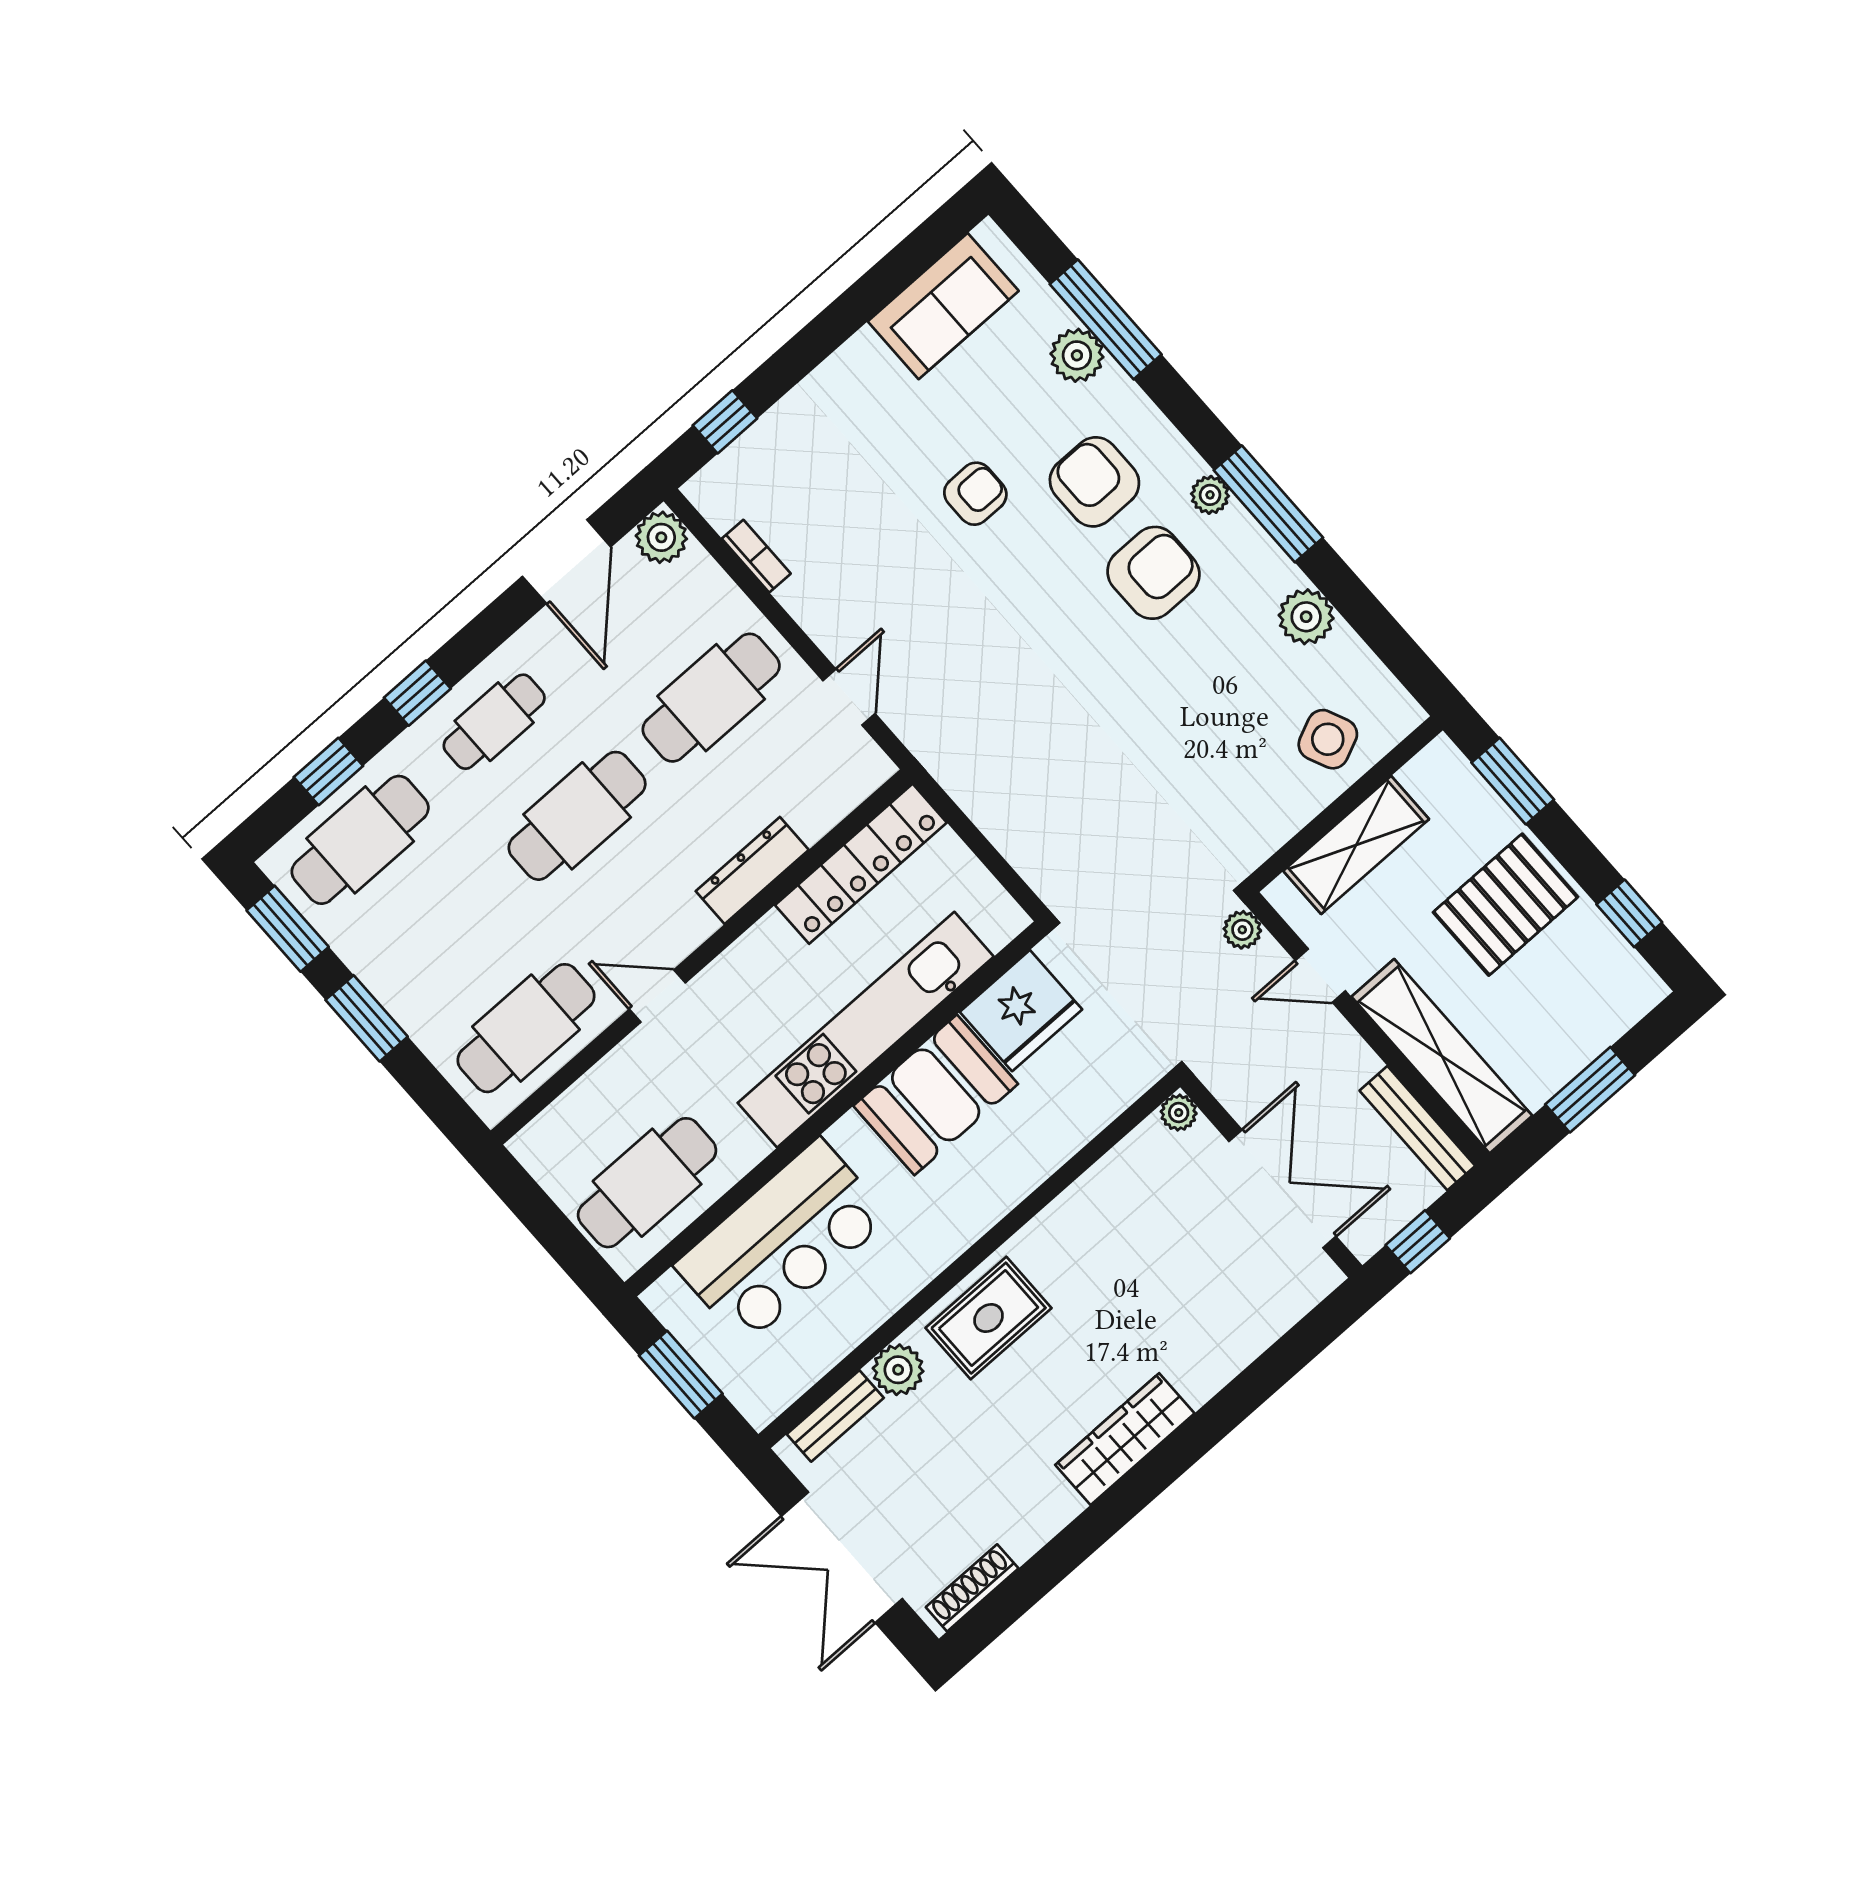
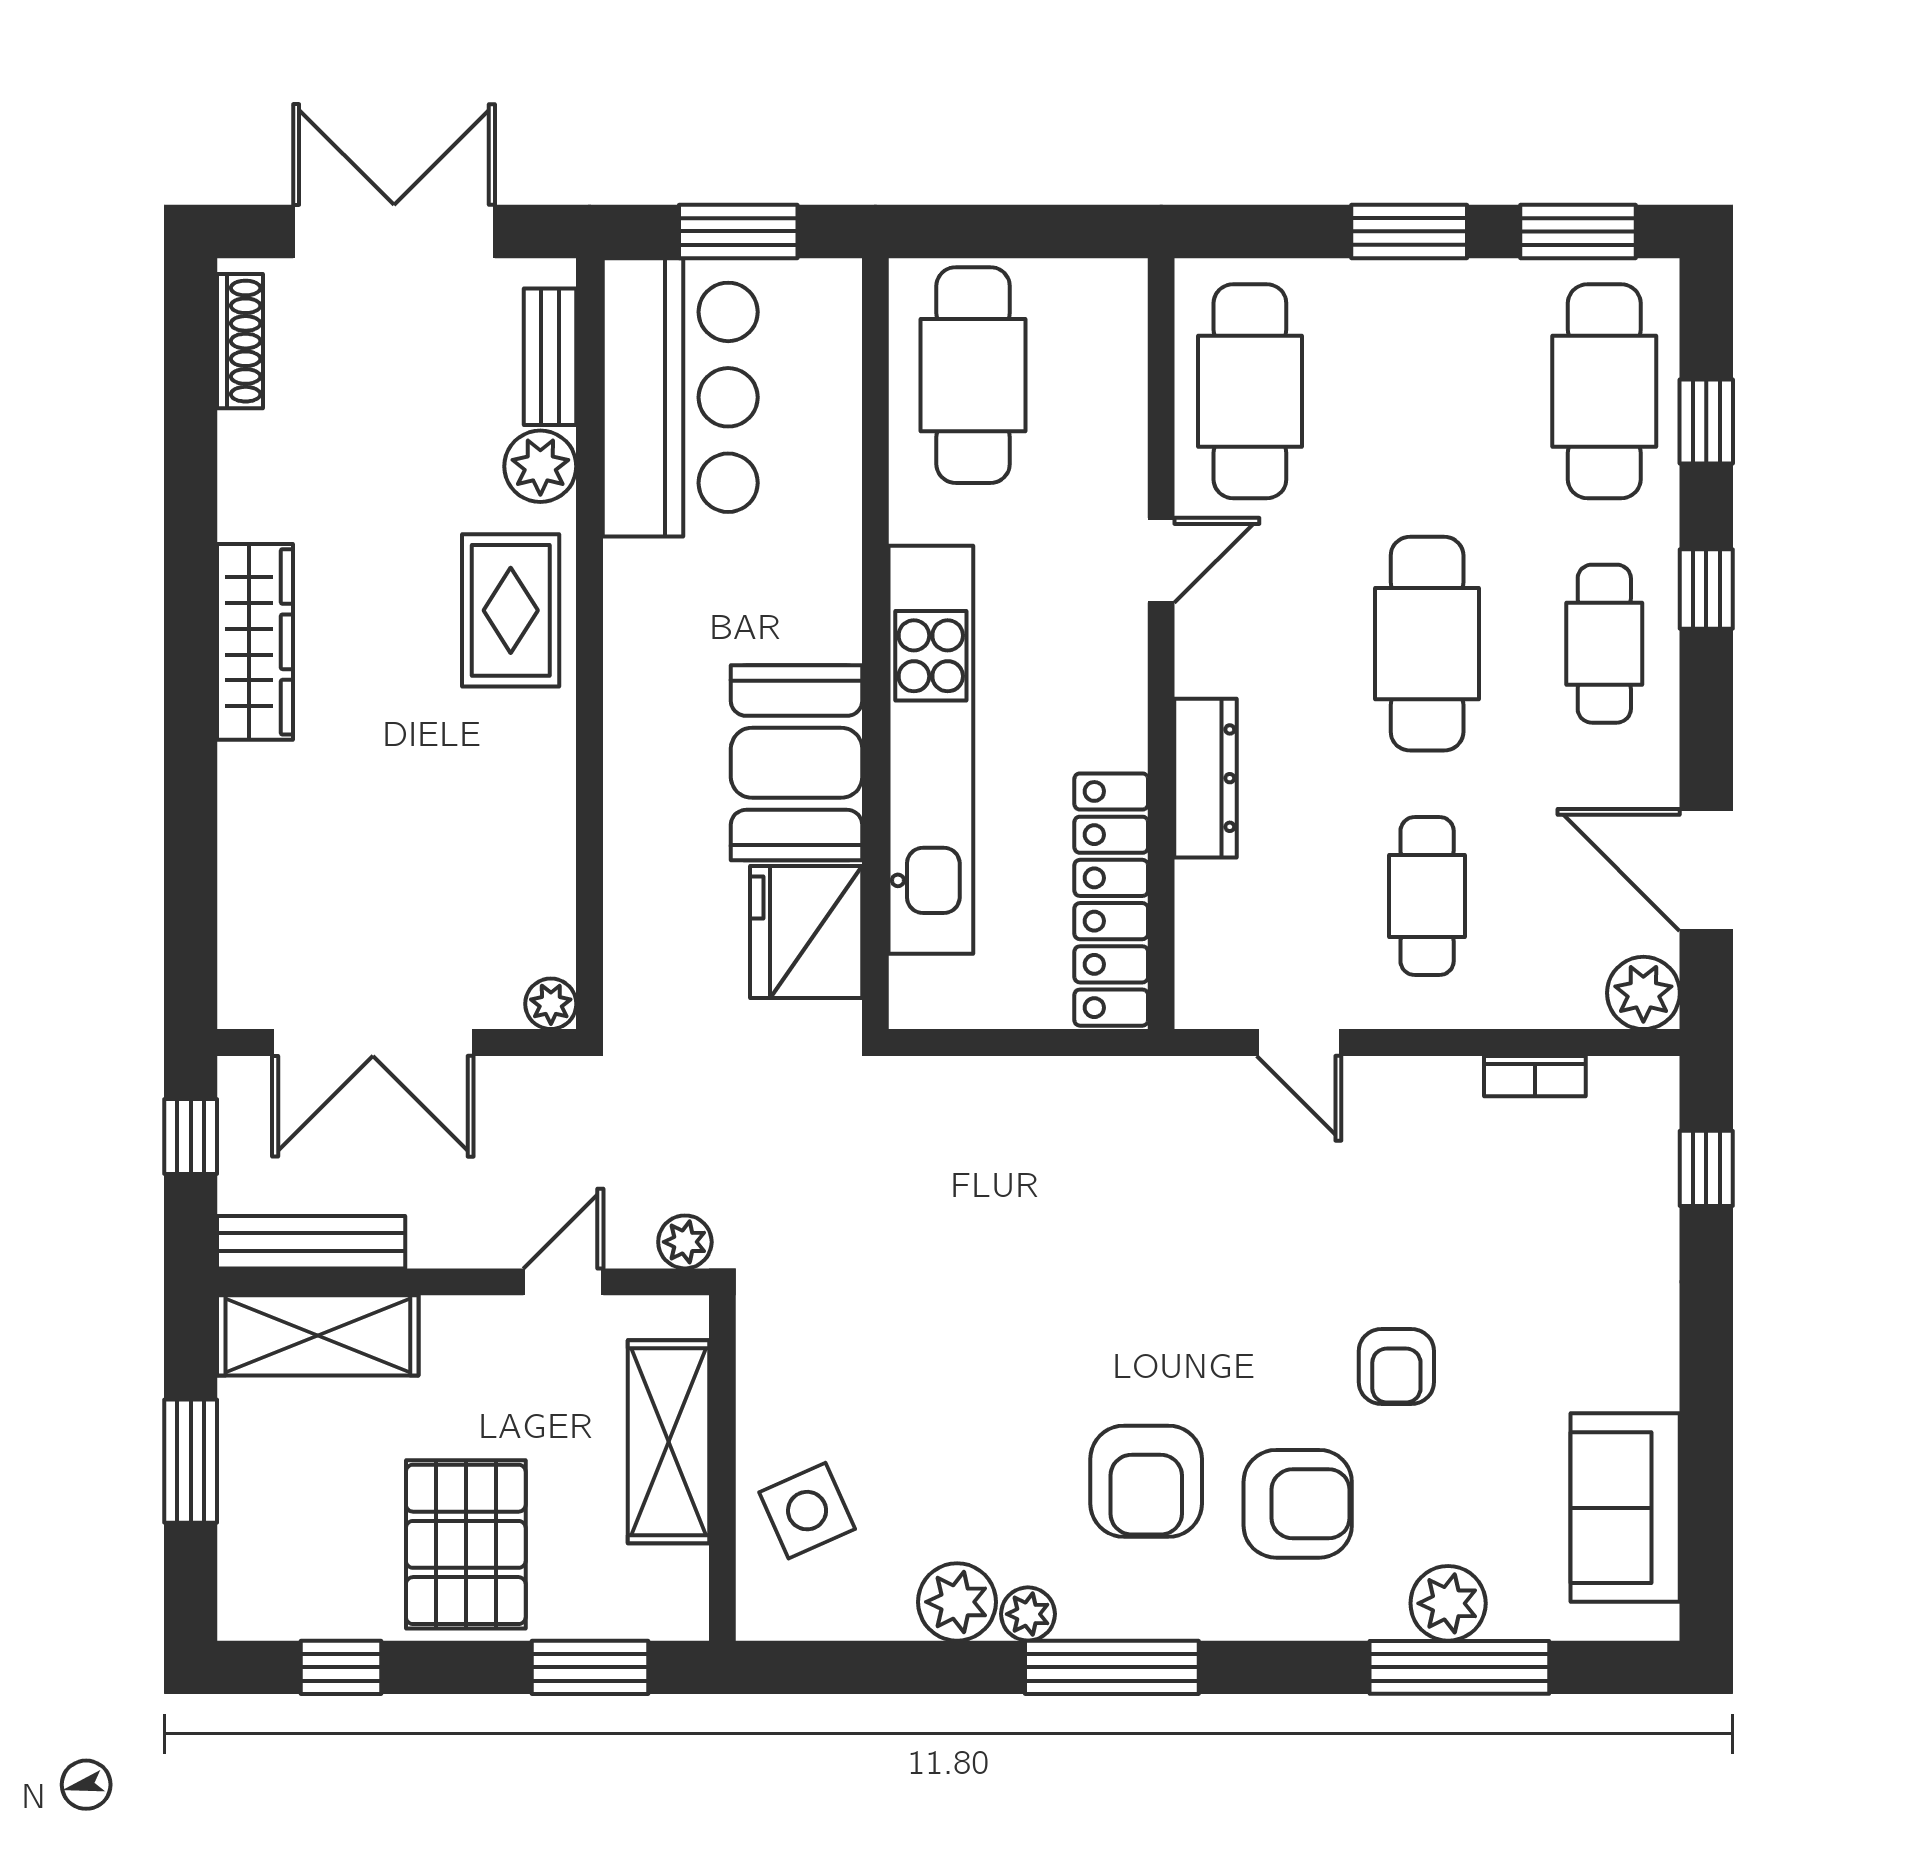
plant: (1210, 495) -> (1028, 1614), moved
cafe table: (711, 698) -> (1427, 896), width x0.73, depth x0.74
shelving: (1442, 1056) -> (318, 1335), width x0.68
bar counter: (782, 1241) -> (680, 397), moved, turned 180

